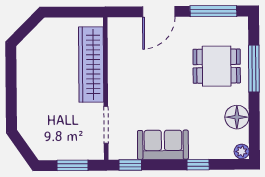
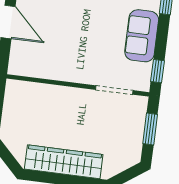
wardrobe: (91, 65) -> (64, 162), moved, turned 180

